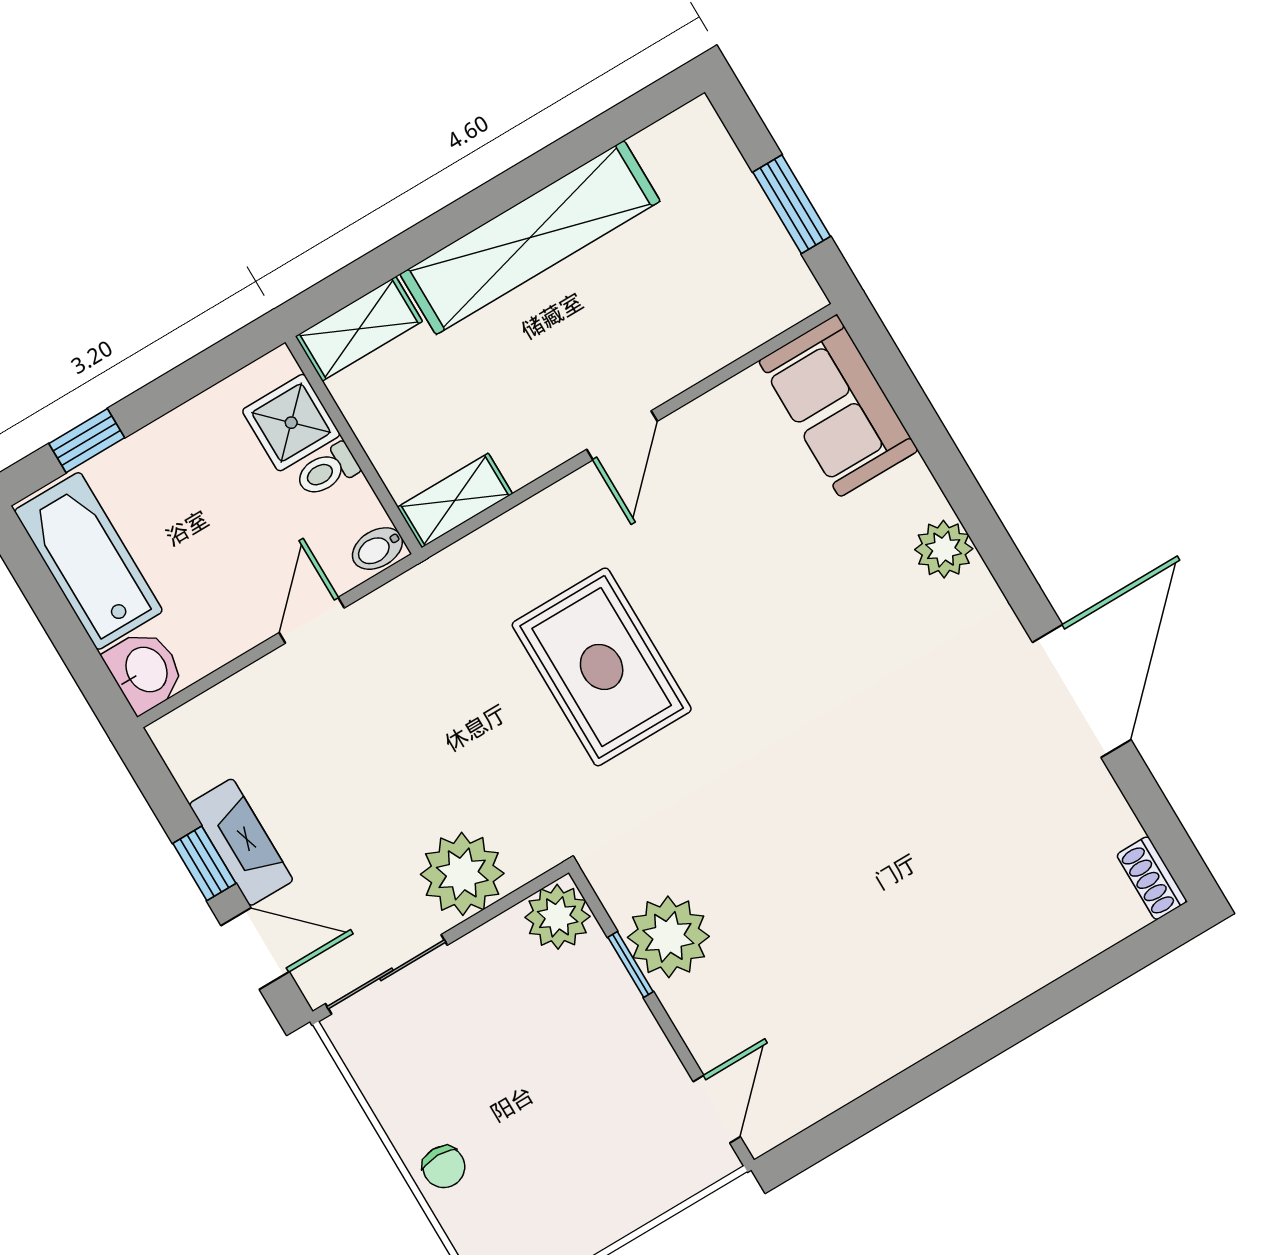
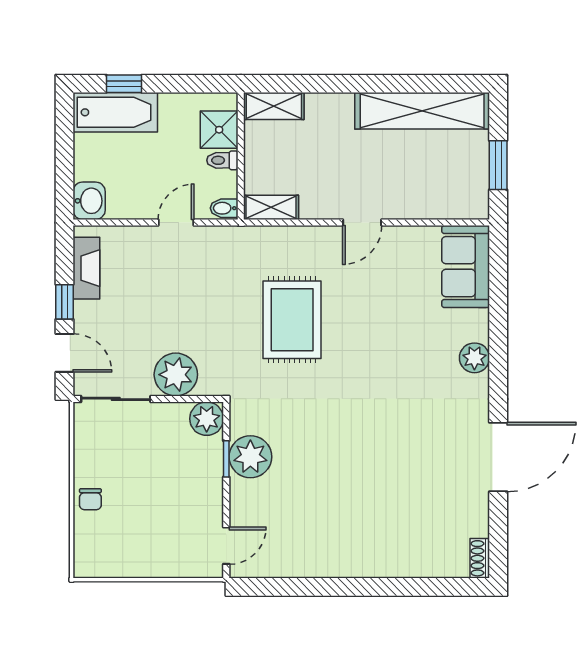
shelving: (530, 238) -> (422, 111), moved
bathtub: (89, 561) -> (115, 112), moved, turned 90
fireplace: (241, 842) -> (86, 268), moved

